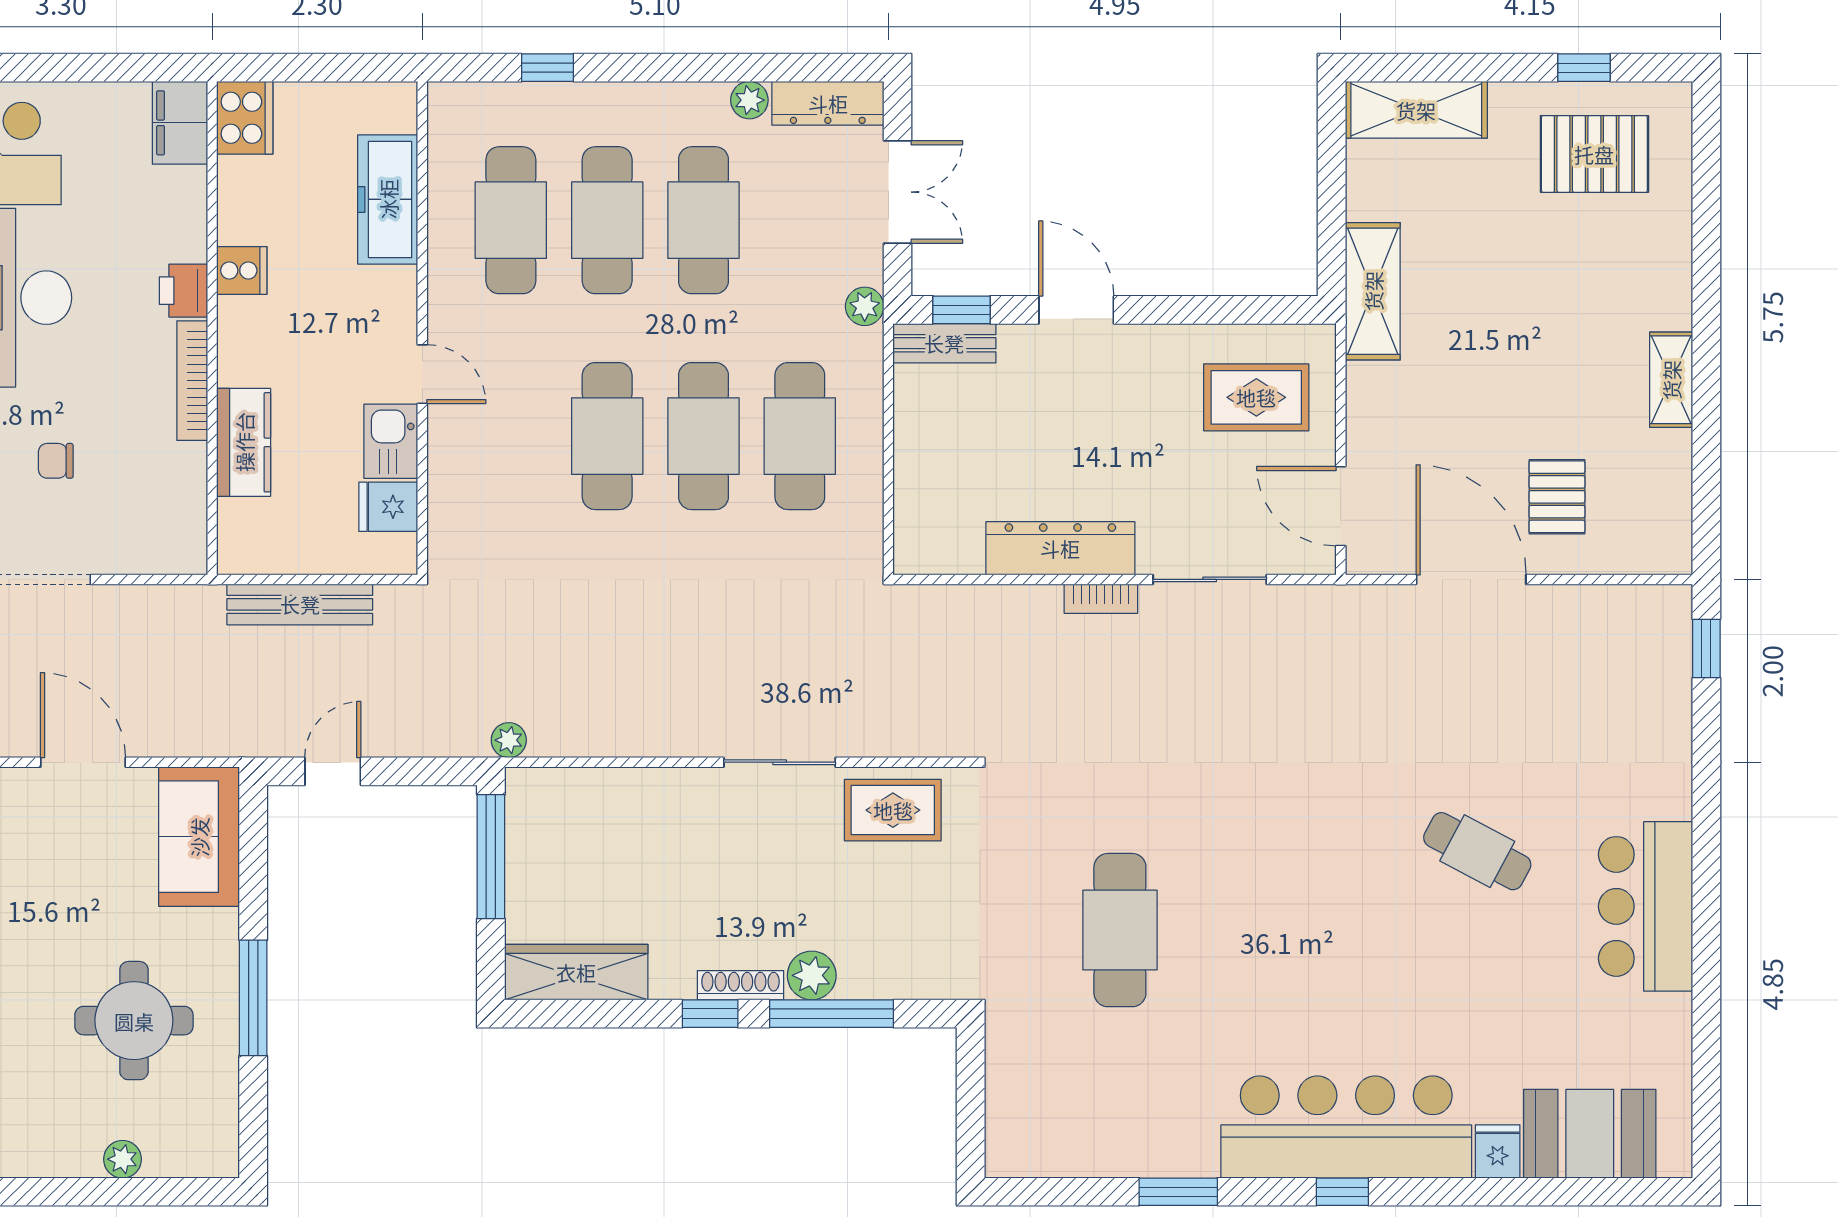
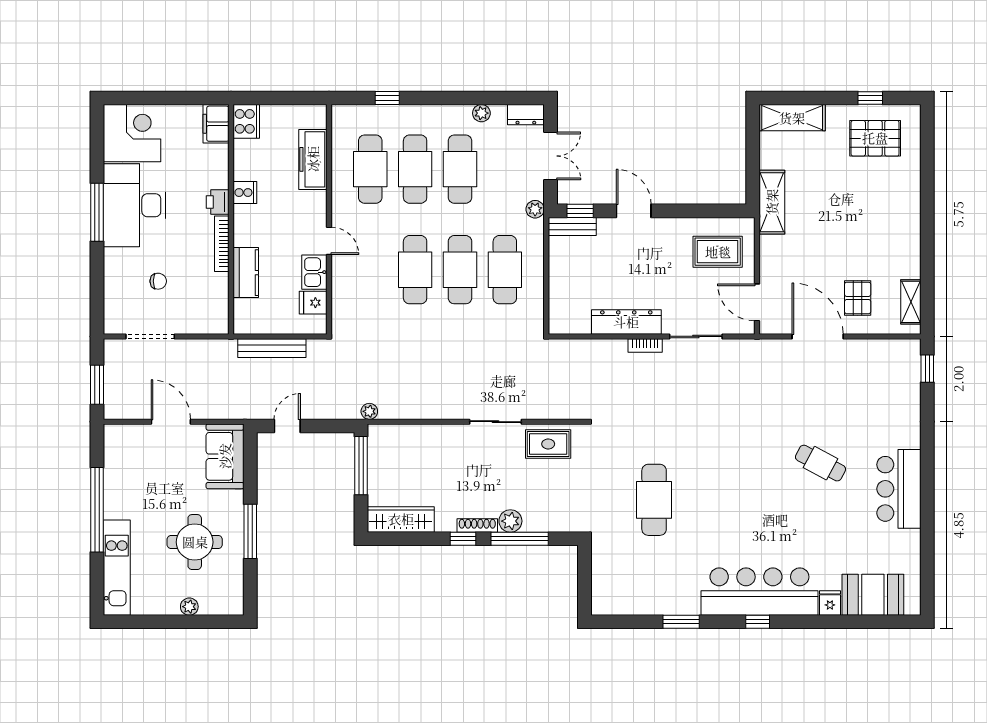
dresser: (828, 103) -> (526, 115), width x0.70
shelving: (1671, 380) -> (911, 302), moved
chair: (56, 461) -> (158, 281), turned 180

